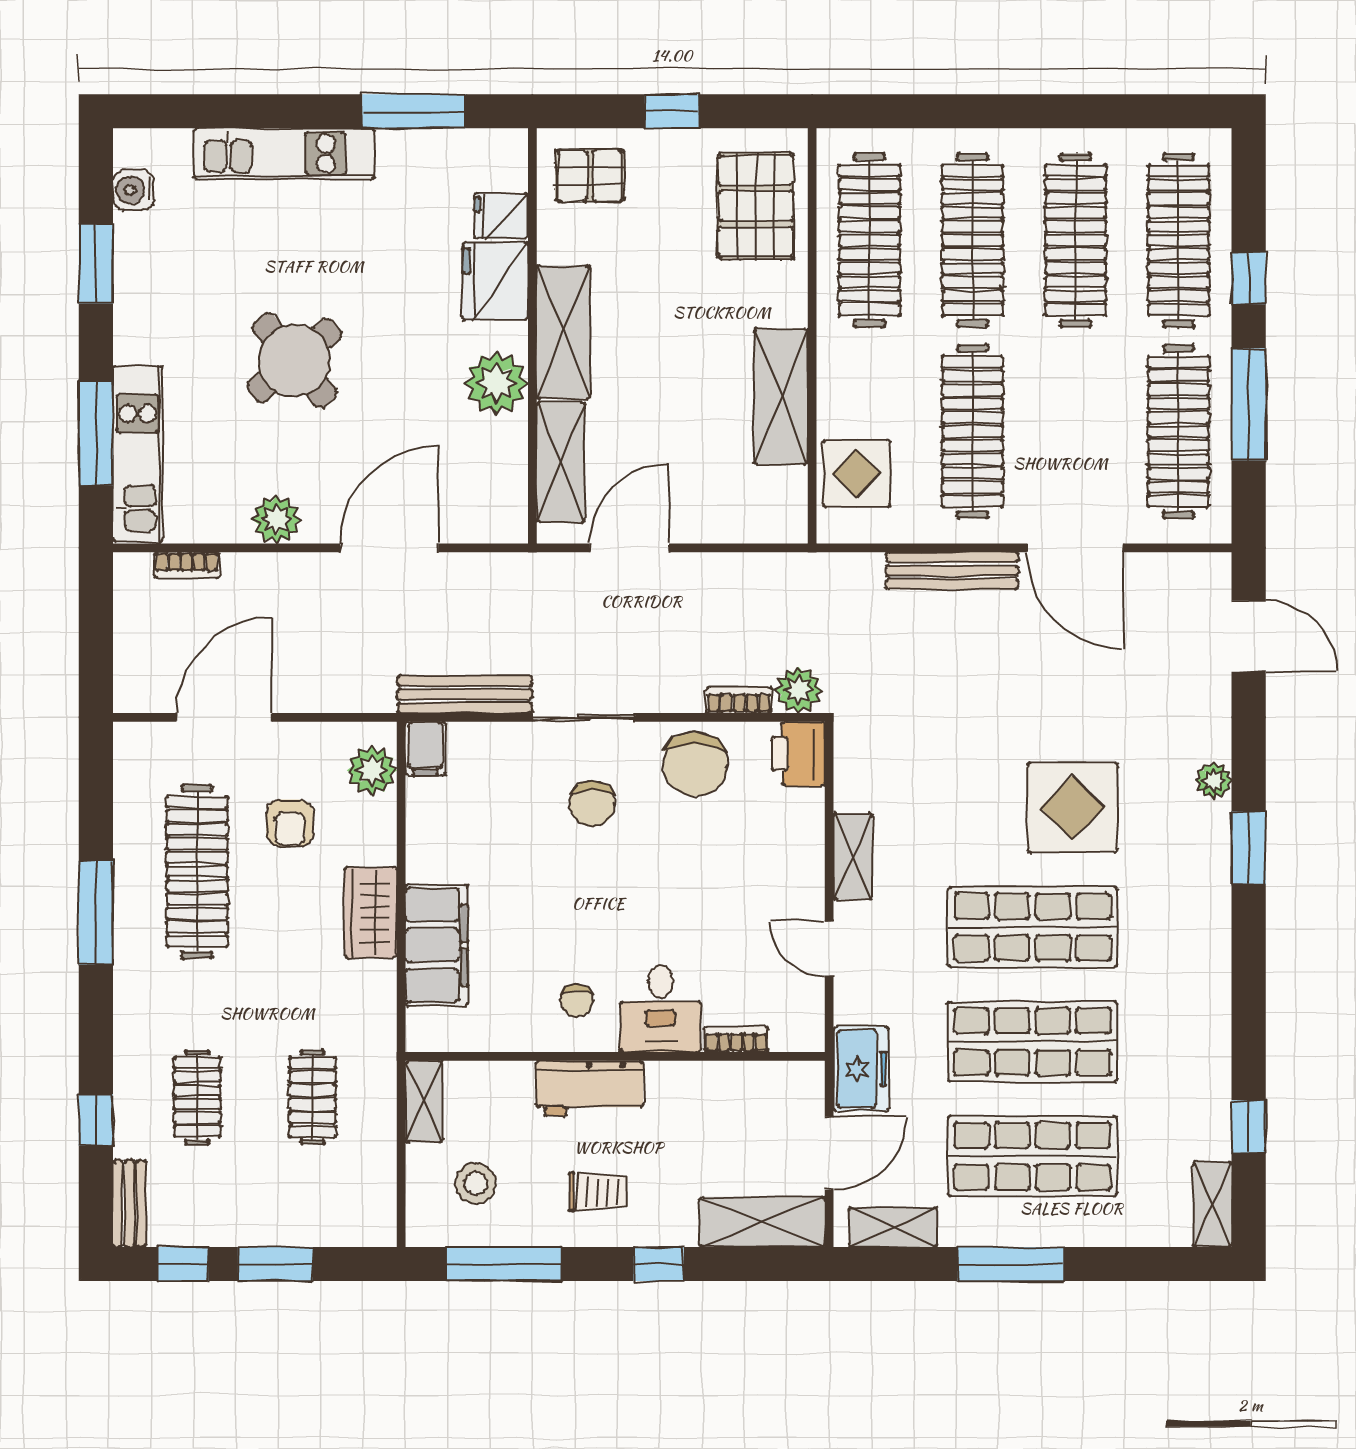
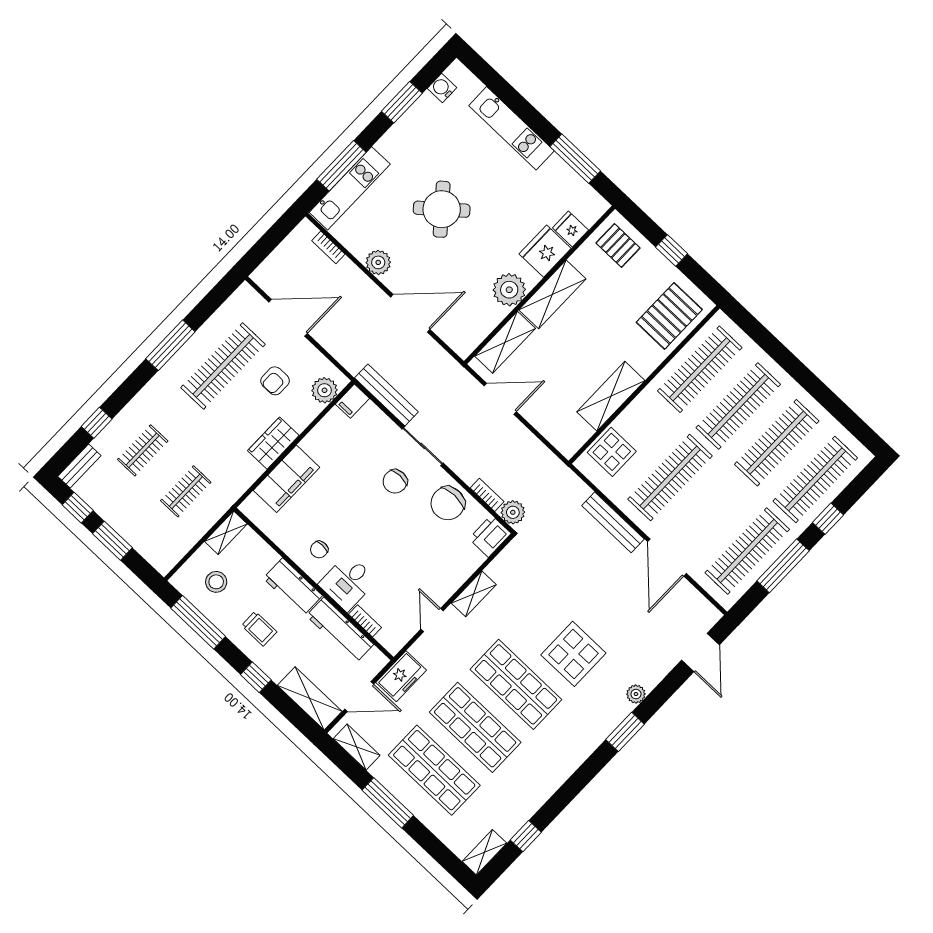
workbench: (713, 1086) -> (340, 630), added

